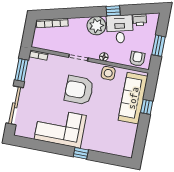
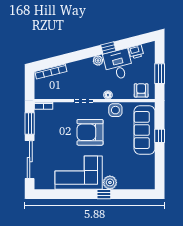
plant: (96, 26) -> (98, 60), width x0.53, depth x0.53
plant: (89, 143) -> (110, 182), added

